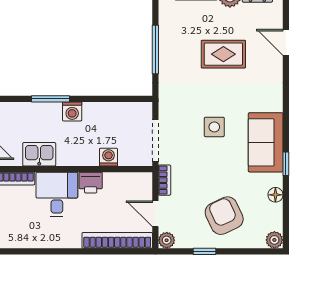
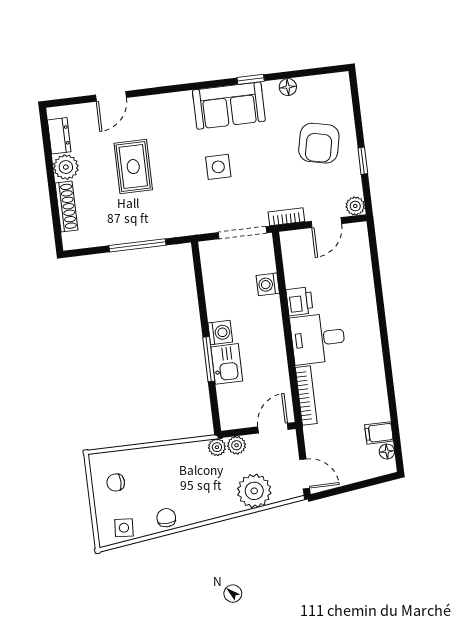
kitchen sink: (39, 154) -> (227, 364), moved, turned 180
armchair: (224, 216) -> (319, 143), turned -53
bookcase: (117, 240) -> (362, 263), removed
plant: (274, 240) -> (340, 82), removed

